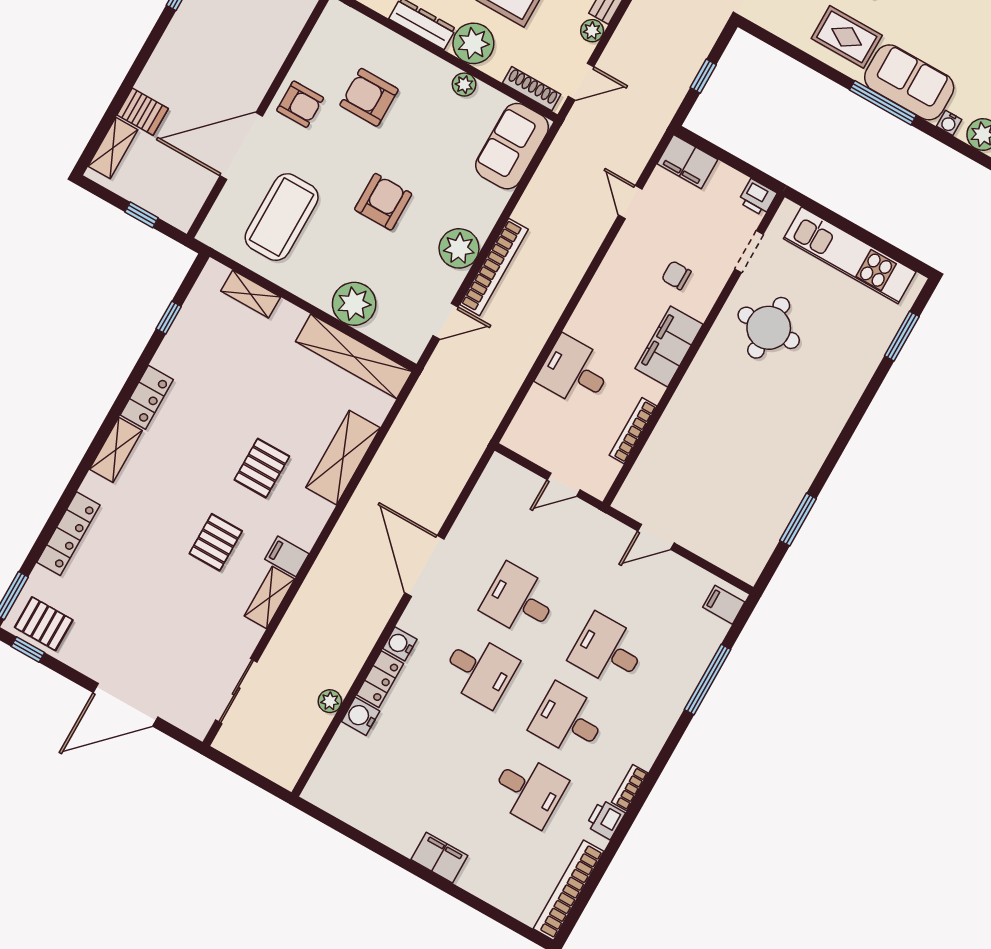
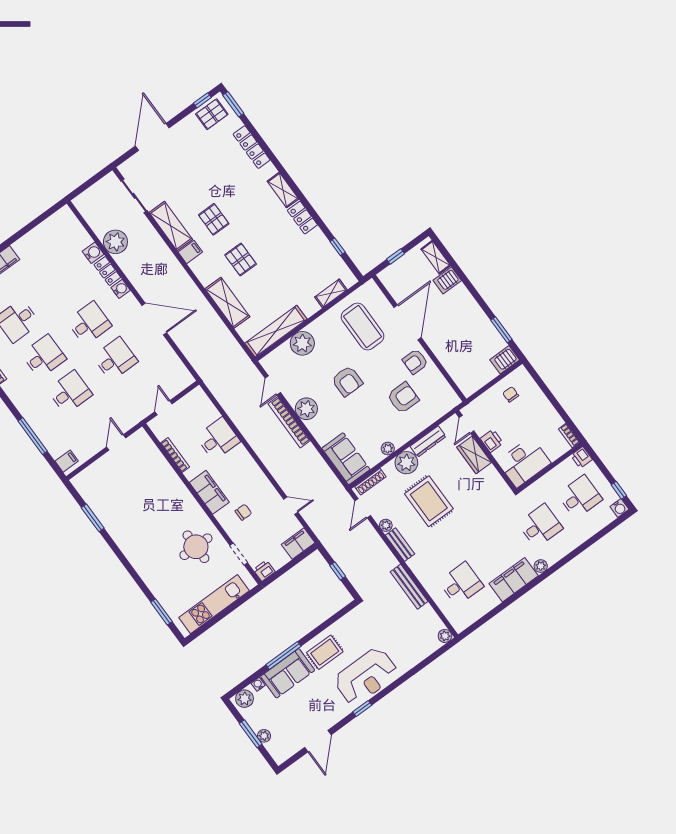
shelving: (269, 598) -> (171, 226), width x1.50, depth x1.33
desk: (480, 670) -> (89, 323), turned 180
plant: (330, 701) -> (115, 242), width x1.88, depth x1.88

